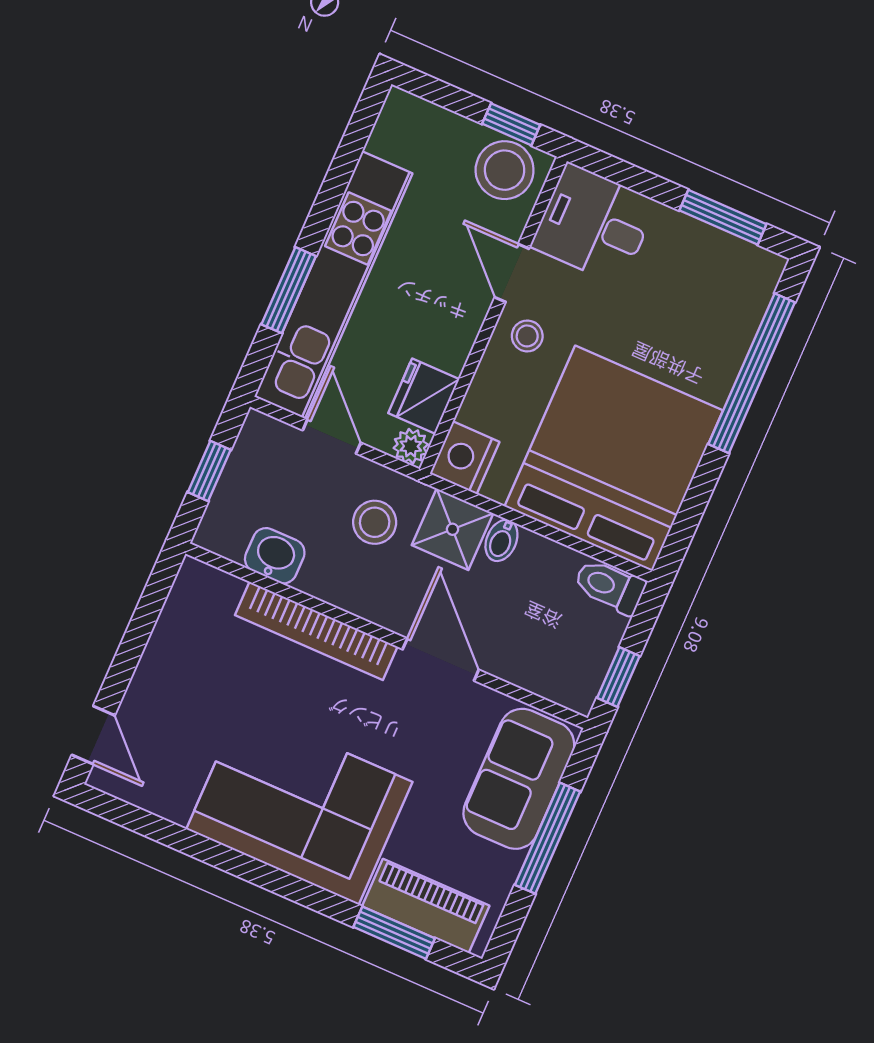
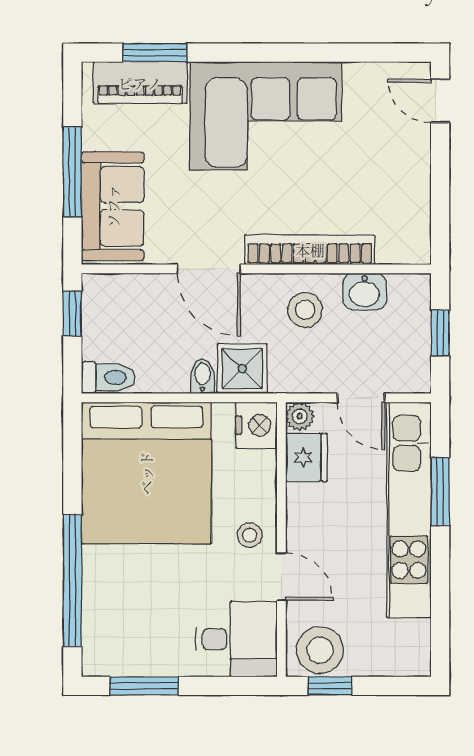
stool: (375, 522) -> (305, 310), moved

